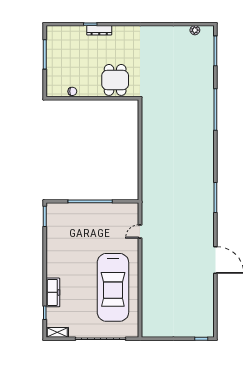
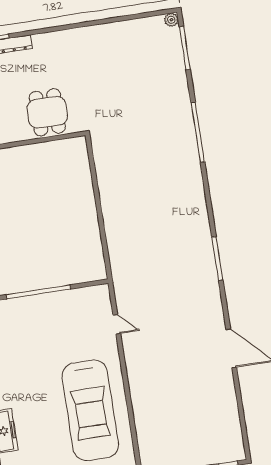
plant: (195, 30) -> (171, 20), moved
door: (140, 232) -> (117, 324), swing flipped

